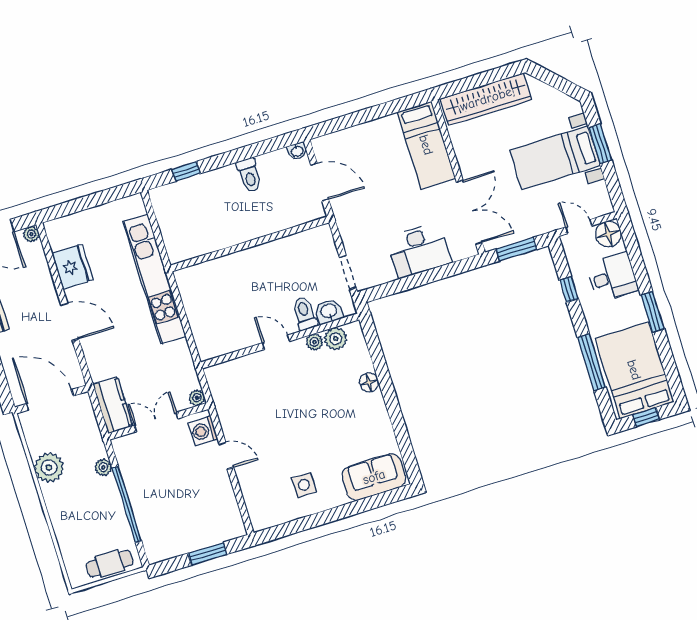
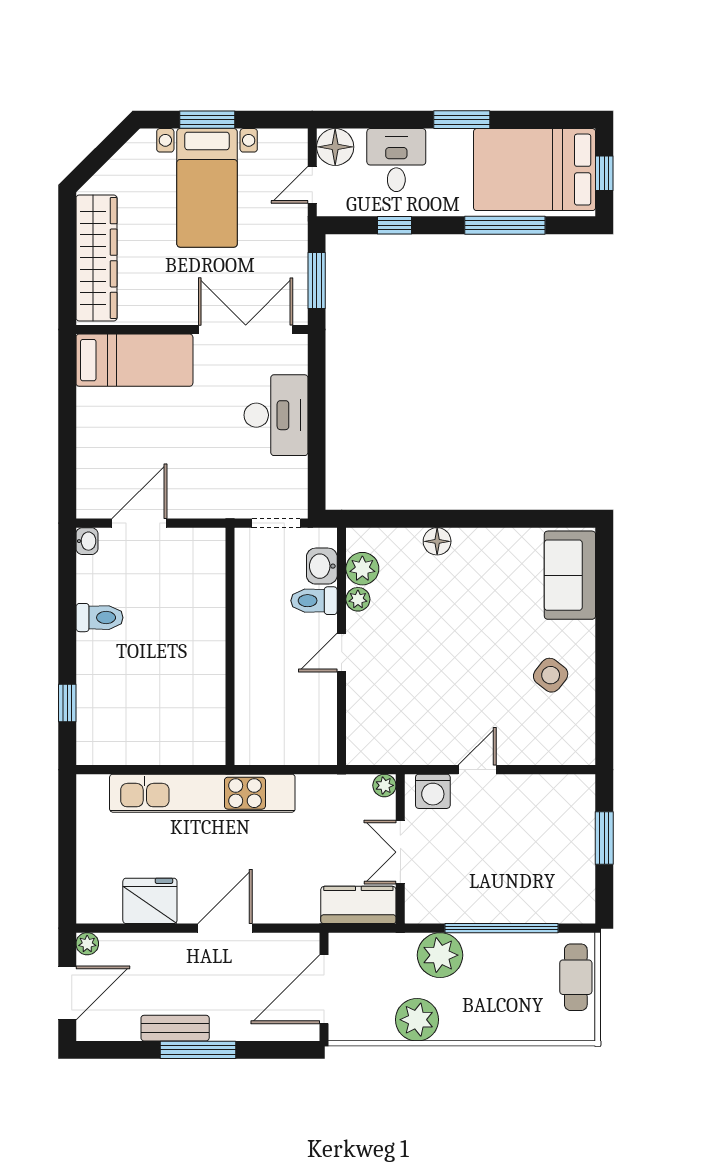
wall: (250, 244) -> (230, 646), moved
plant: (103, 467) -> (440, 955), width x1.88, depth x1.88
side table: (304, 485) -> (551, 675), turned 38

